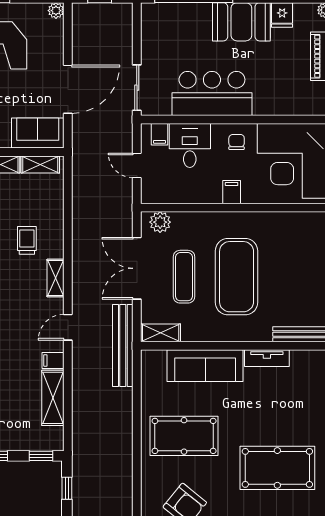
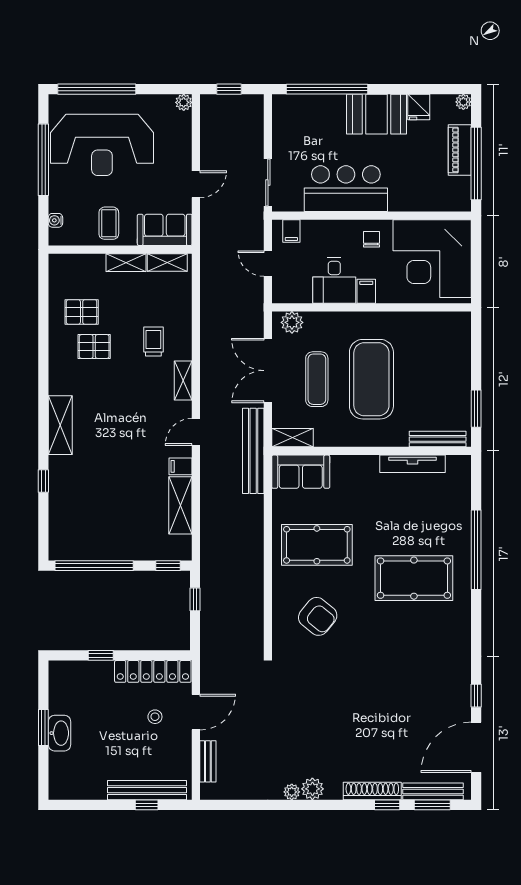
door: (68, 89) -> (196, 184), width x0.53
desk: (190, 145) -> (334, 280), moved, turned 180
tv unit: (267, 358) -> (413, 464), width x1.41
sofa: (205, 366) -> (301, 472), moved, width x0.73

